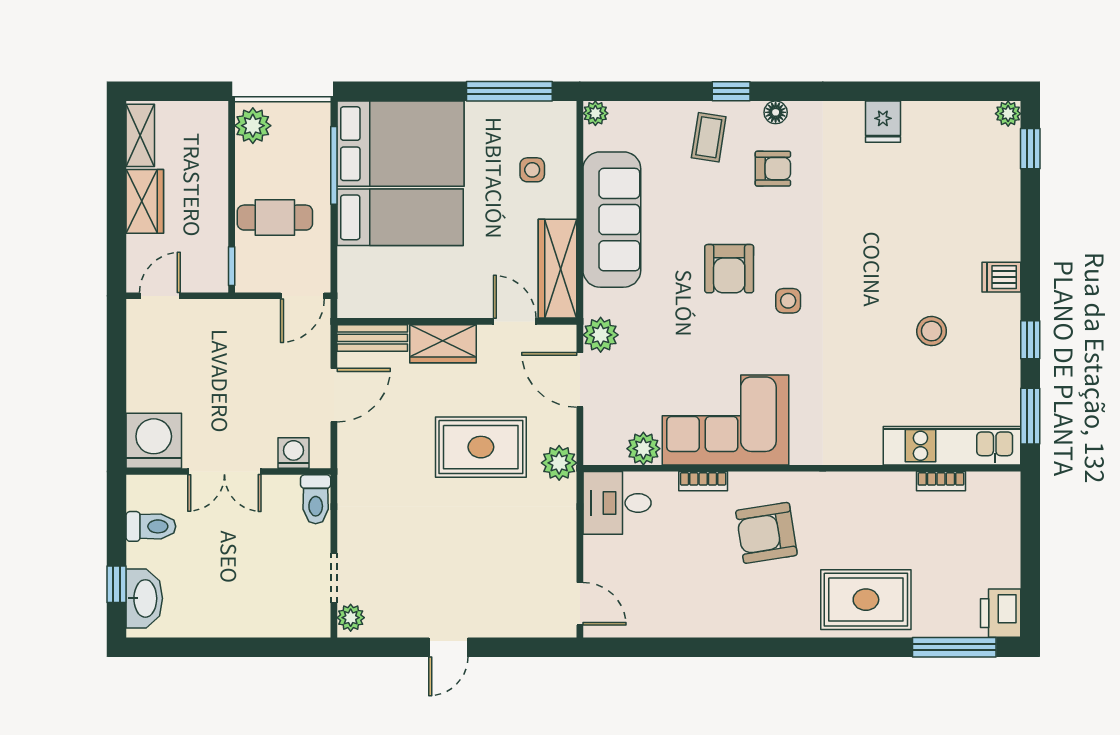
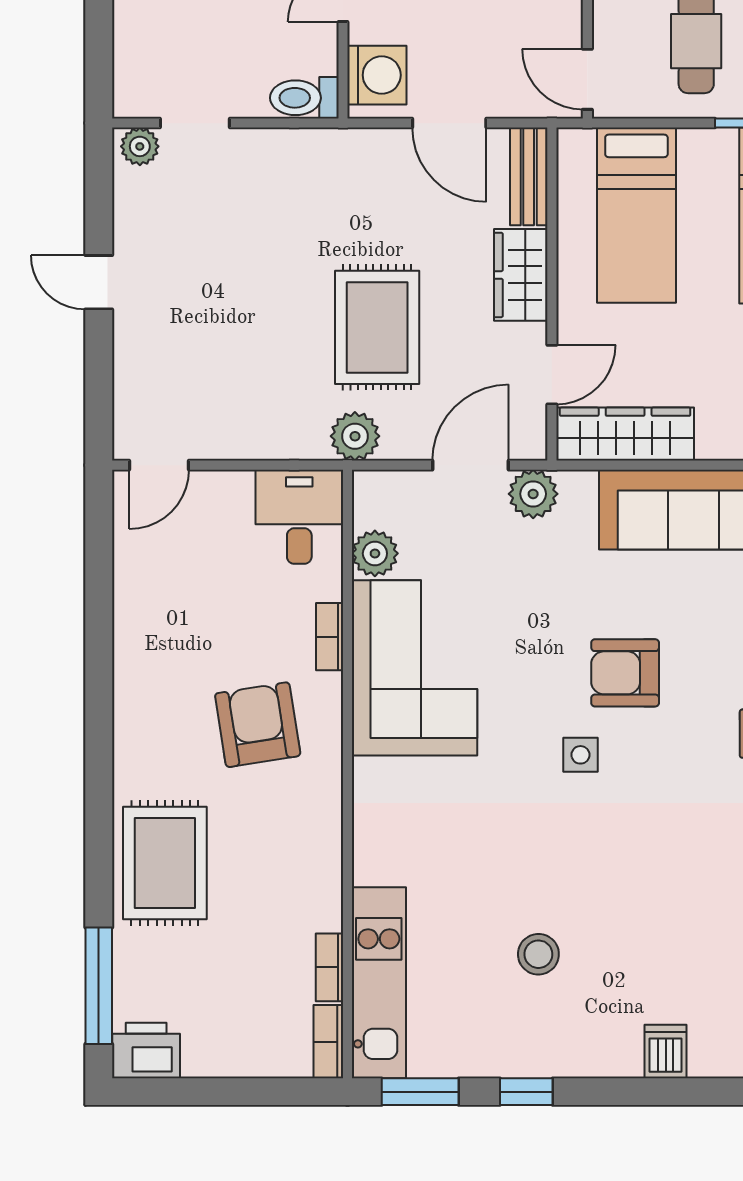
bed: (400, 217) -> (636, 215), moved
dishwasher: (1001, 277) -> (666, 1051), moved
washing machine: (294, 453) -> (377, 75), width x1.38, depth x1.38
bookcase: (994, 482) -> (328, 1042), added

